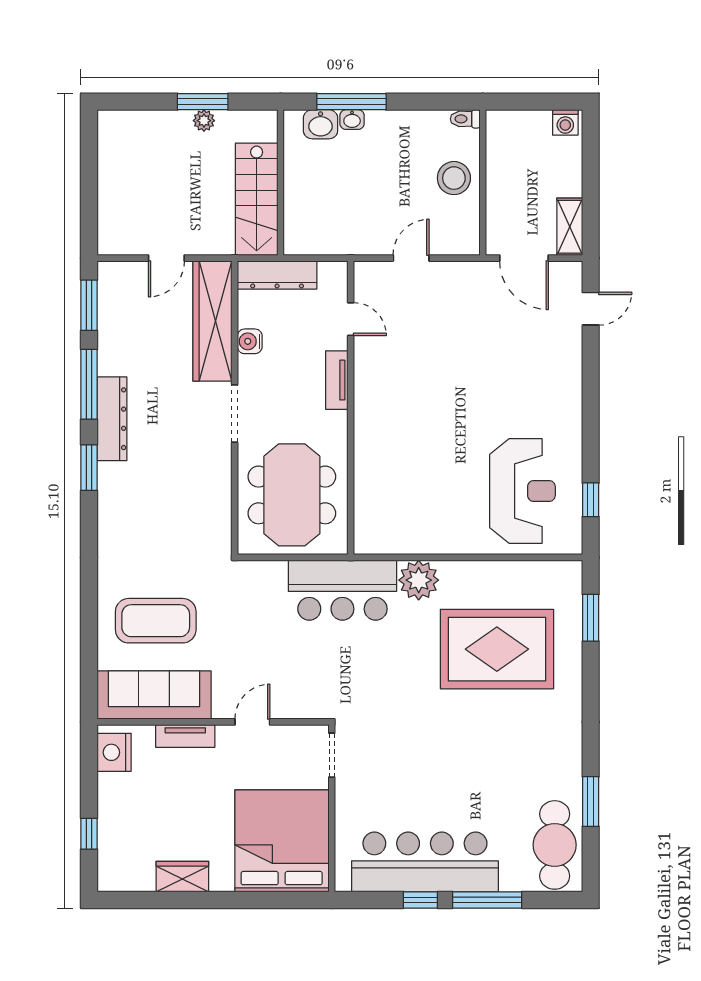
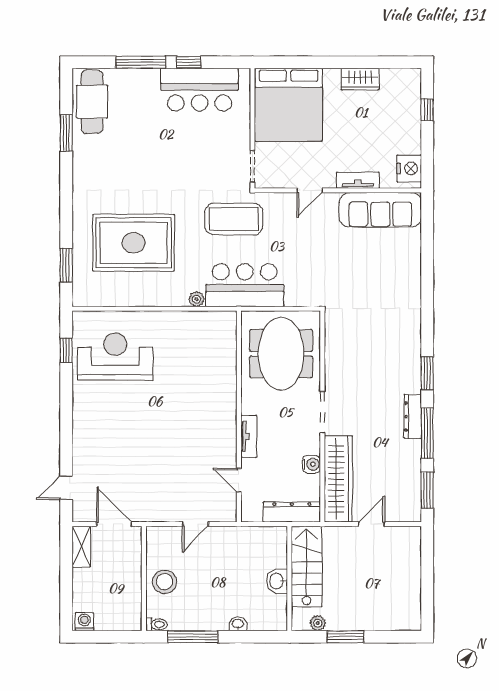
window: (351, 102) -> (193, 637), moved
plant: (204, 121) -> (318, 623), moved
washbasin: (321, 124) -> (277, 581), moved, turned -90
dresser: (112, 419) -> (413, 417), width x0.73, depth x0.80
reception desk: (522, 491) -> (115, 357), turned 90
plant: (419, 580) -> (197, 299), width x0.53, depth x0.53
coffee table: (156, 621) -> (234, 219), moved
bar counter: (425, 862) -> (199, 90), width x0.73

